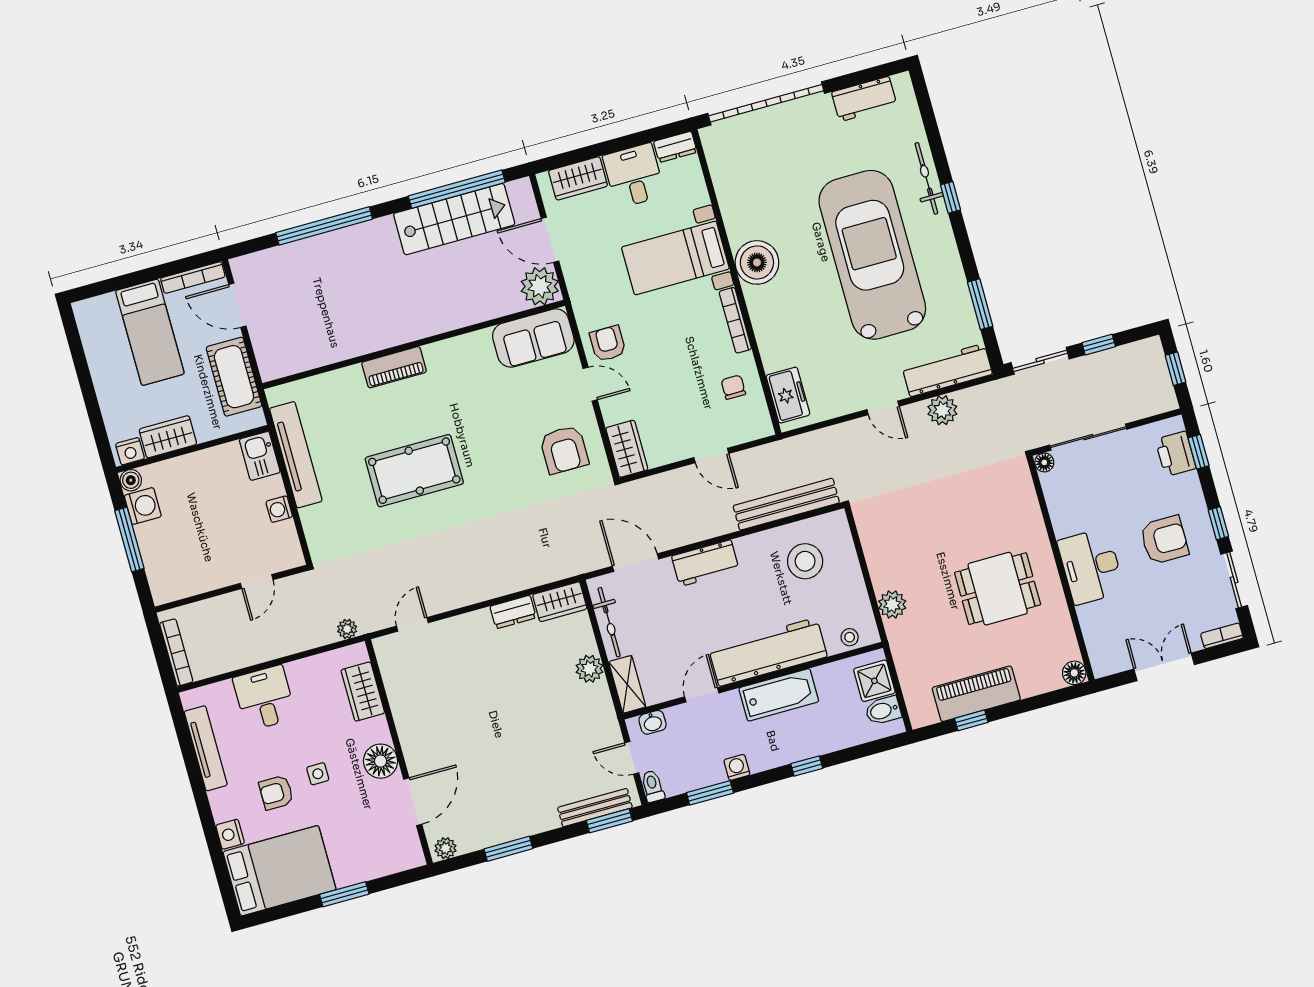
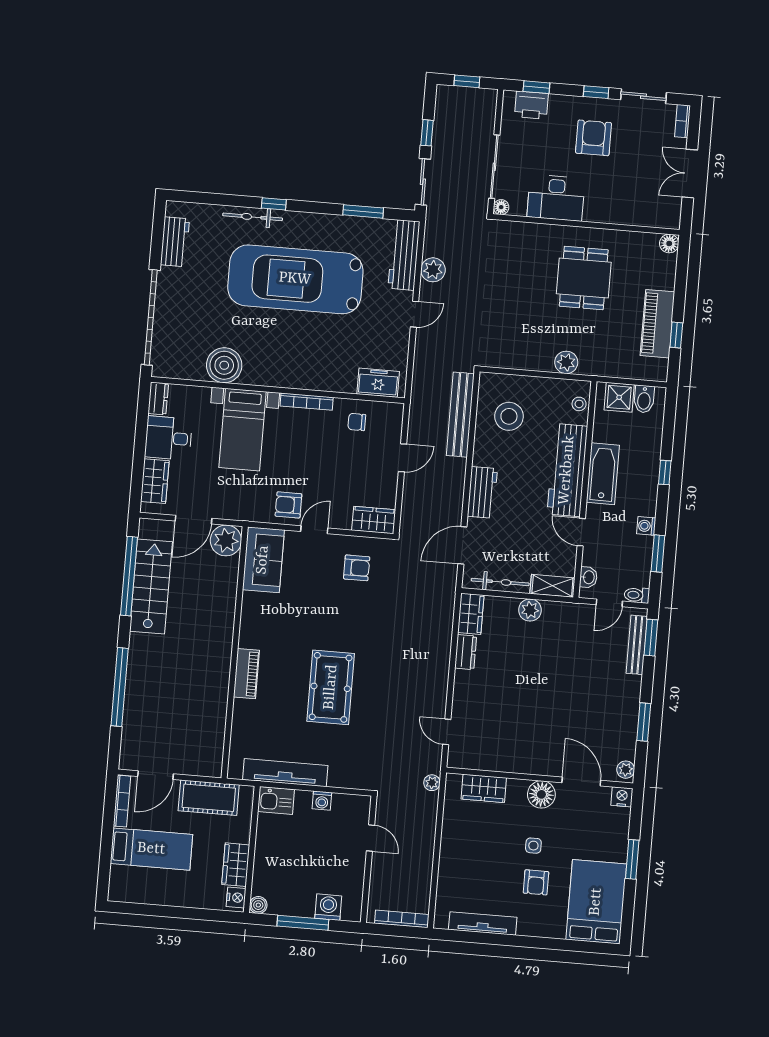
boiler: (757, 262) -> (224, 365), moved
armchair: (564, 450) -> (357, 568), width x0.72, depth x0.72
washing machine: (143, 506) -> (328, 907), moved
desk: (1091, 566) -> (556, 198), moved
desk: (264, 698) -> (461, 865), removed
nightstand: (230, 834) -> (622, 797), moved, turned 180

